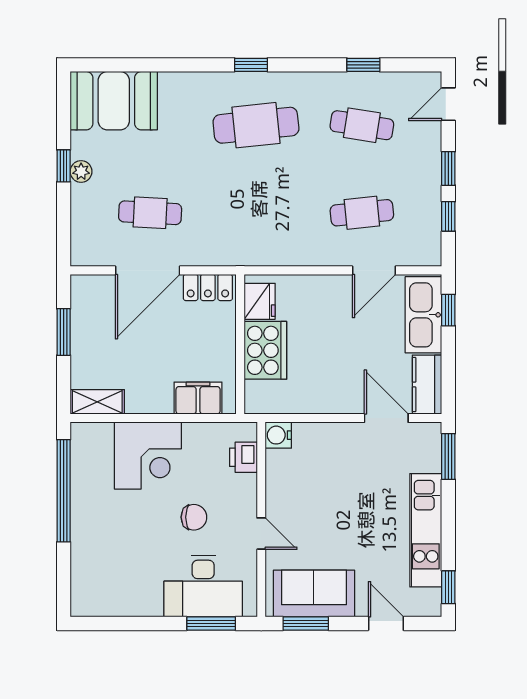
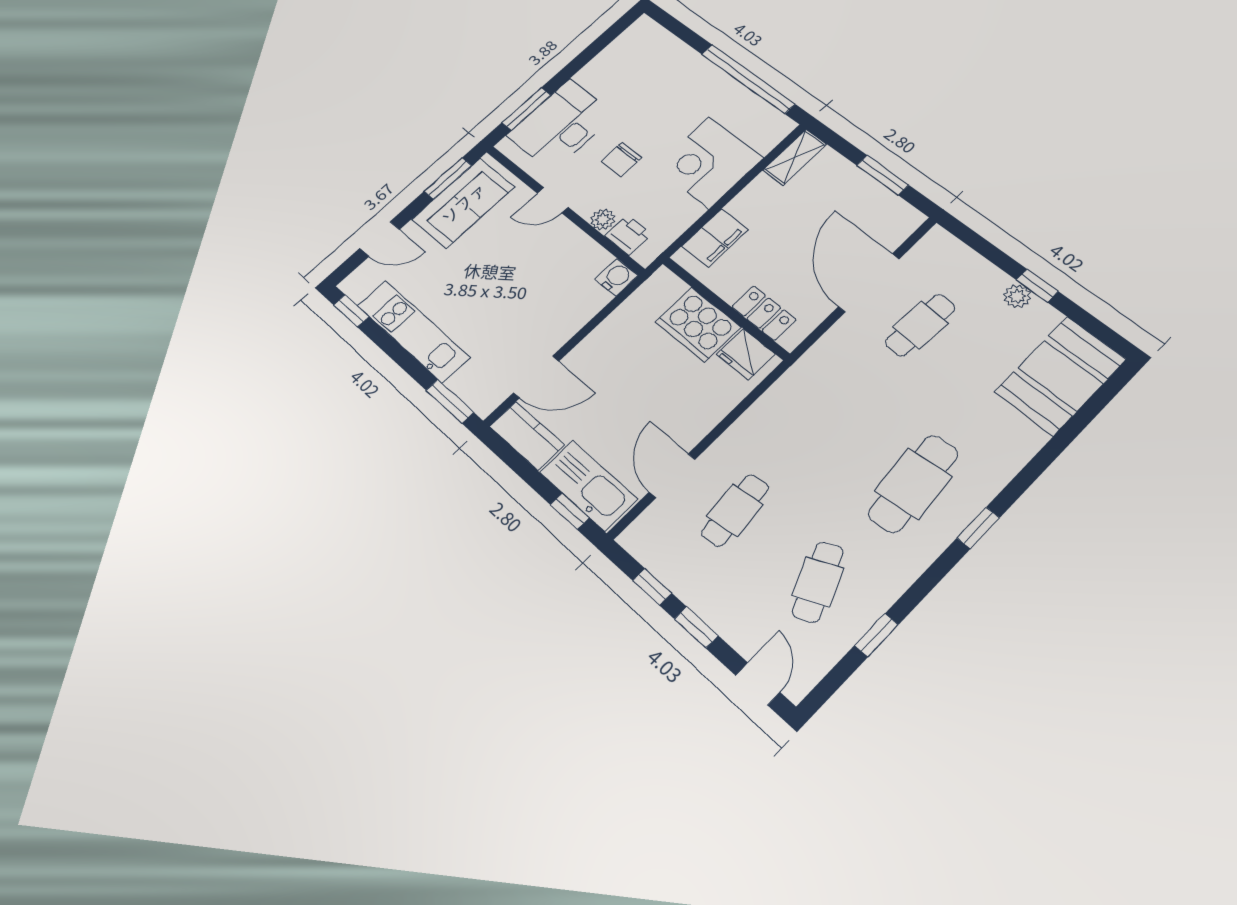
cafe table: (362, 125) -> (818, 582), turned -33
locker: (208, 287) -> (764, 313), moved, turned 90
plant: (247, 485) -> (603, 220), added

